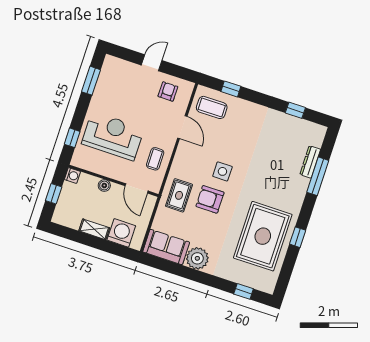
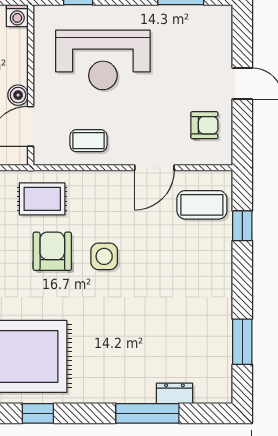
coffee table: (212, 107) -> (202, 205), turned 90
window: (295, 110) -> (242, 342), width x1.50
reception desk: (113, 136) -> (103, 60), turned 90
dresser: (310, 162) -> (174, 393), width x0.70
boiler: (104, 186) -> (18, 95), moved

